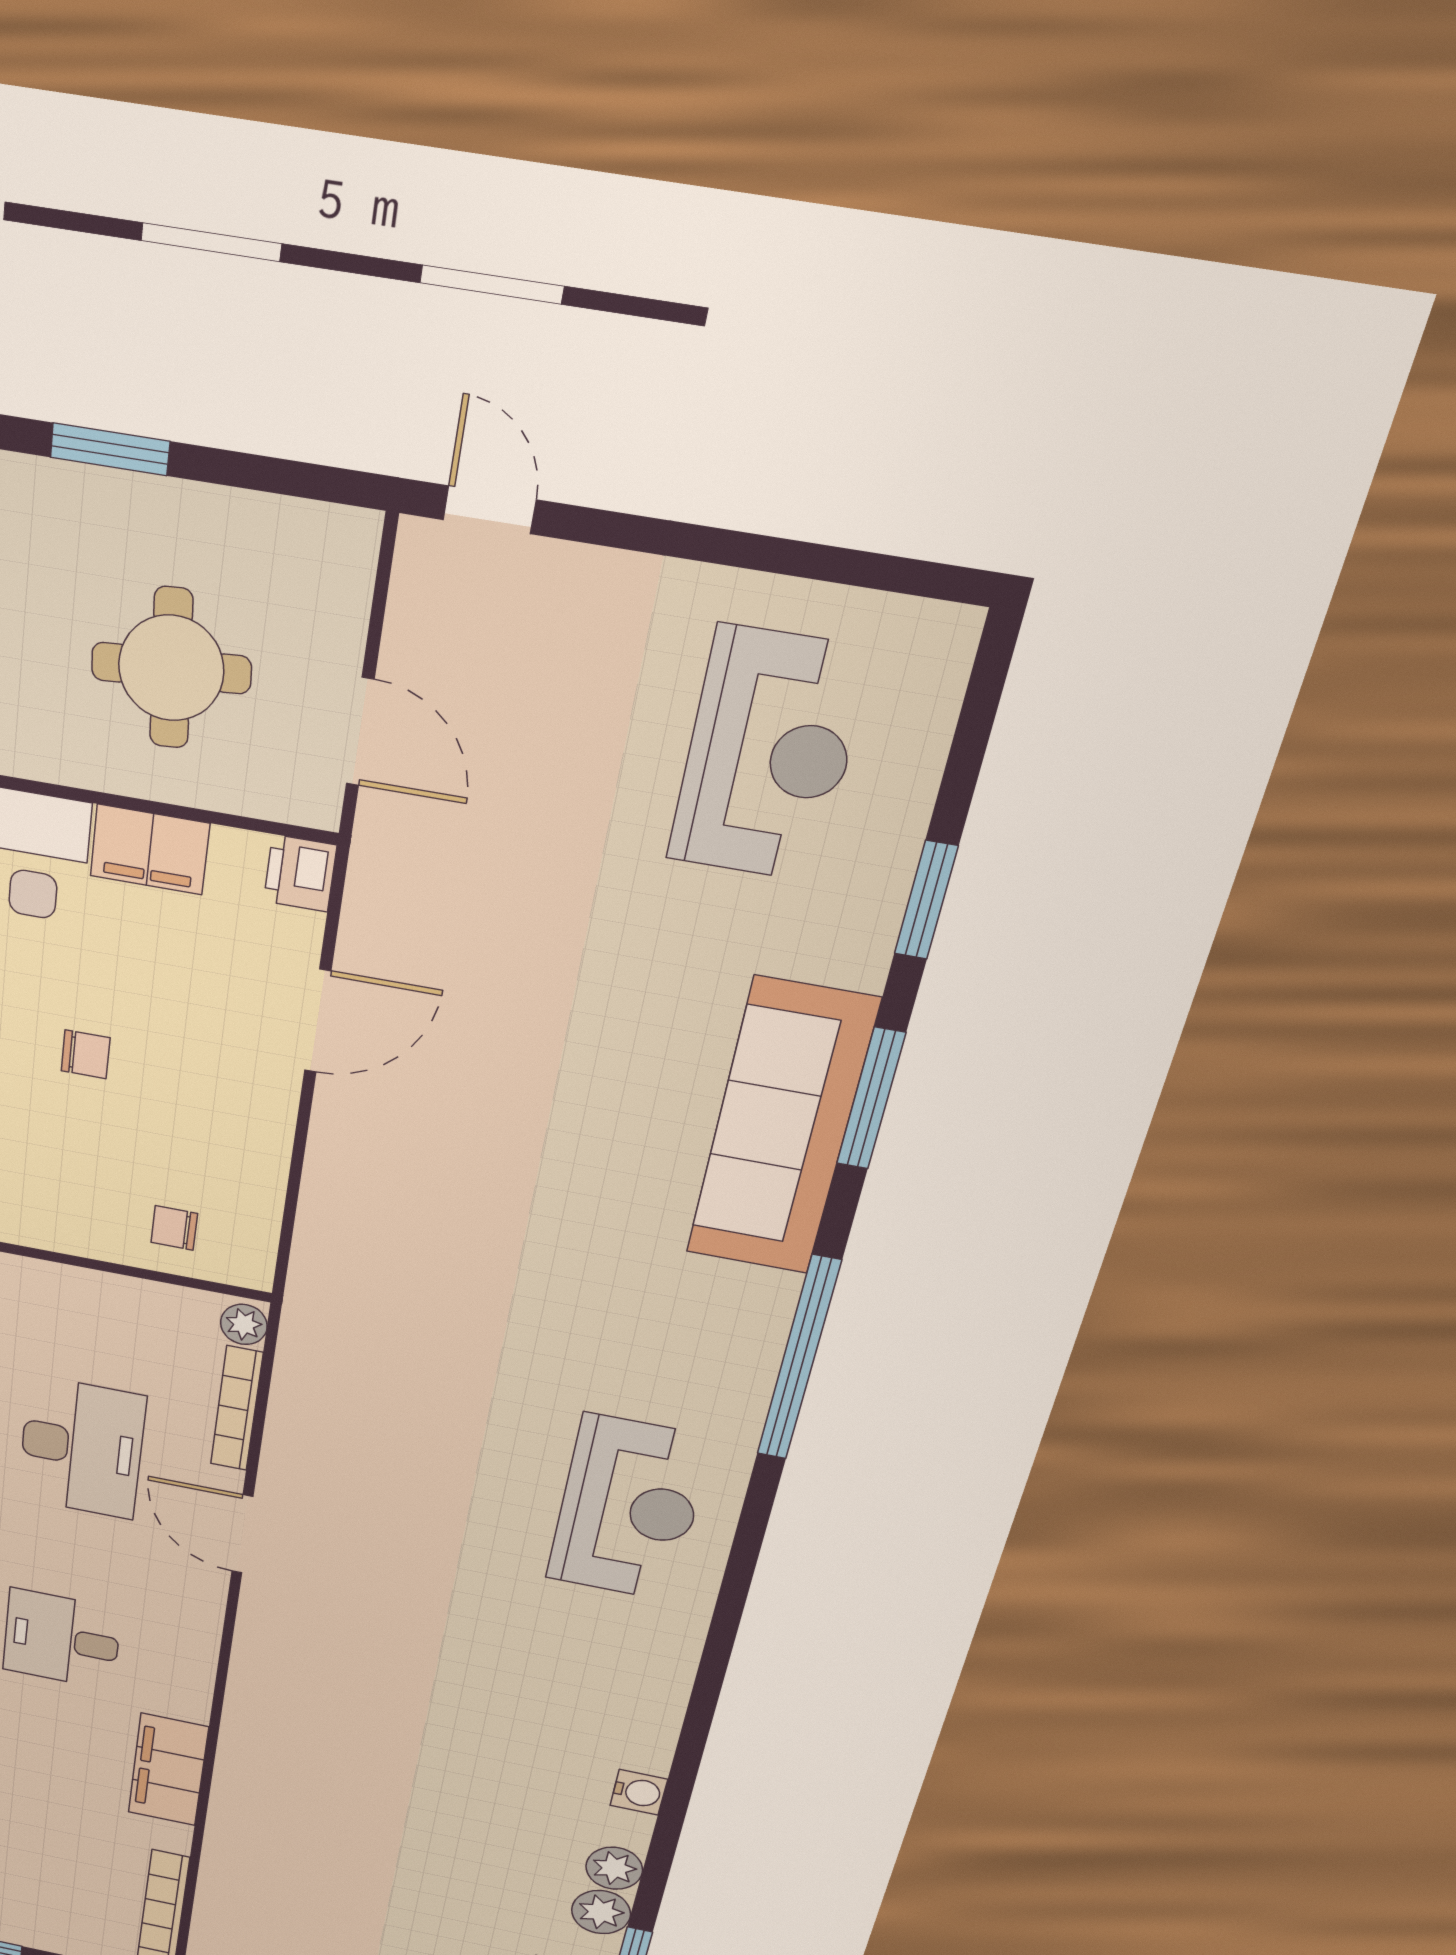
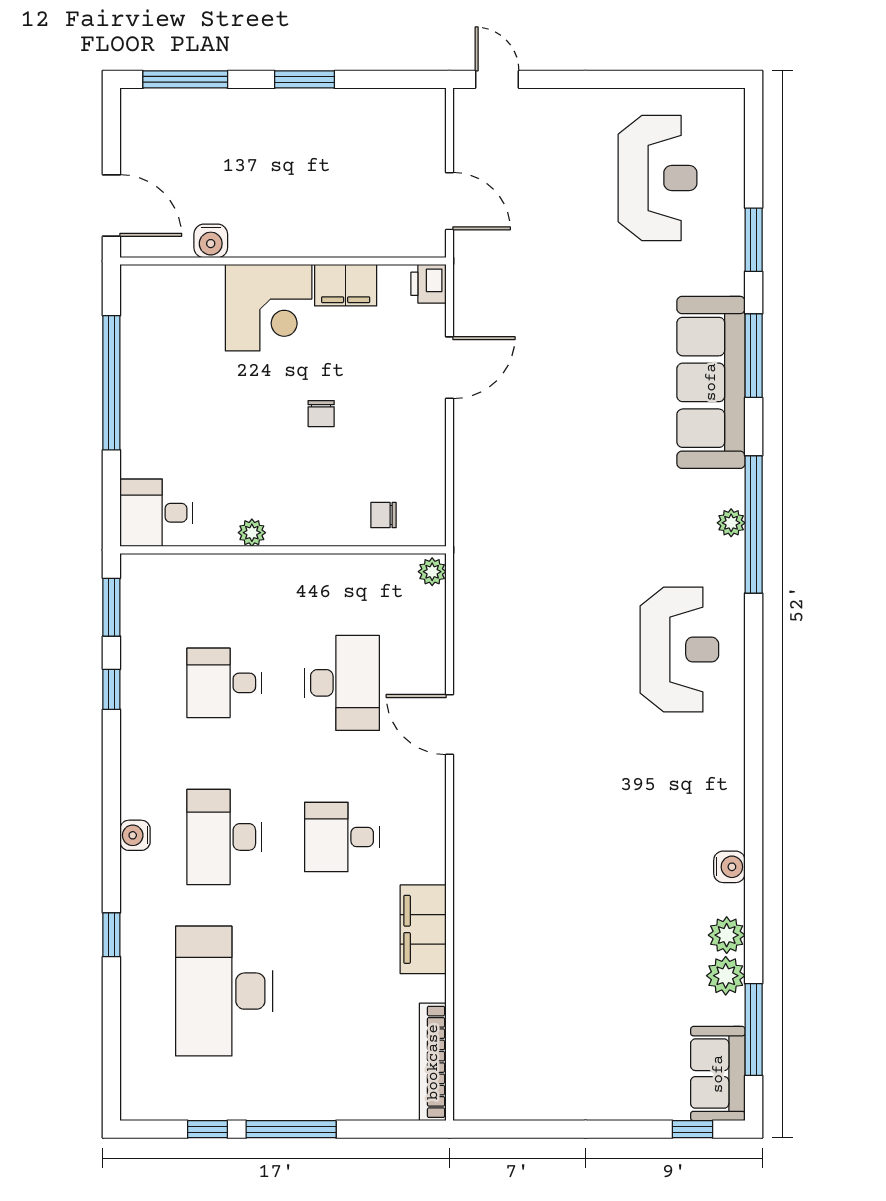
round table: (171, 668) -> (347, 184), removed
chair: (86, 1054) -> (321, 414), turned 90
plant: (760, 1349) -> (731, 523), added
bookcase: (237, 1409) -> (435, 632), removed

